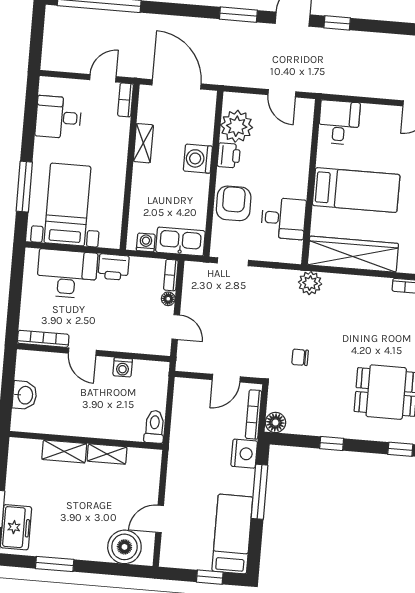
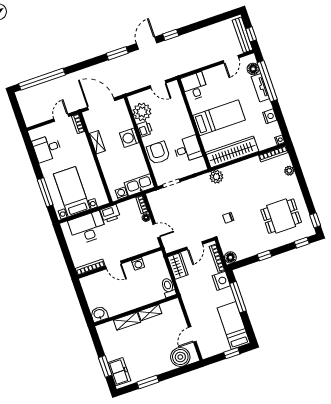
washbasin: (25, 395) -> (99, 314), moved, turned -90
wardrobe: (185, 399) -> (178, 266), added

